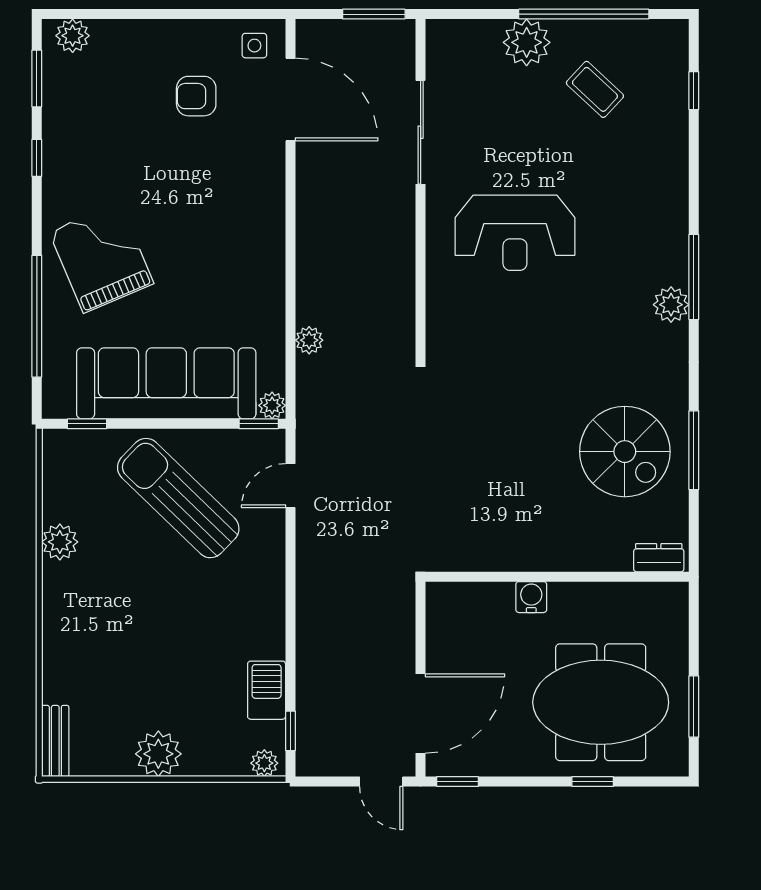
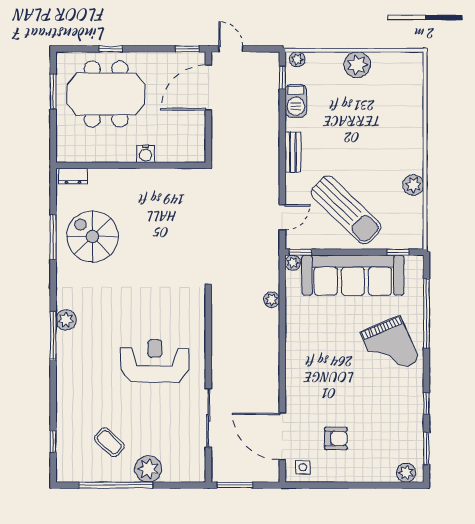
bench: (55, 741) -> (293, 152), moved

